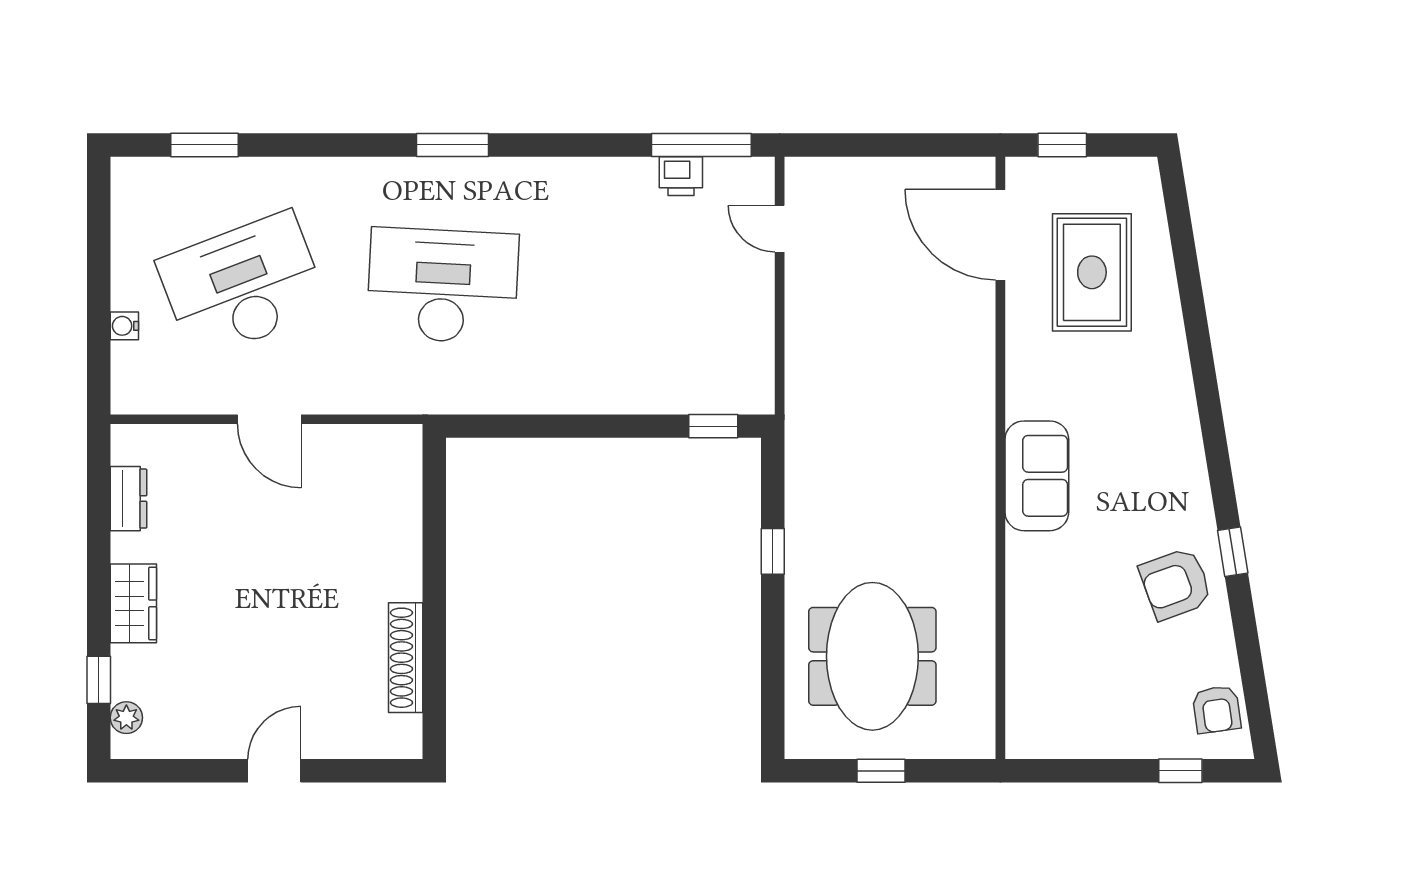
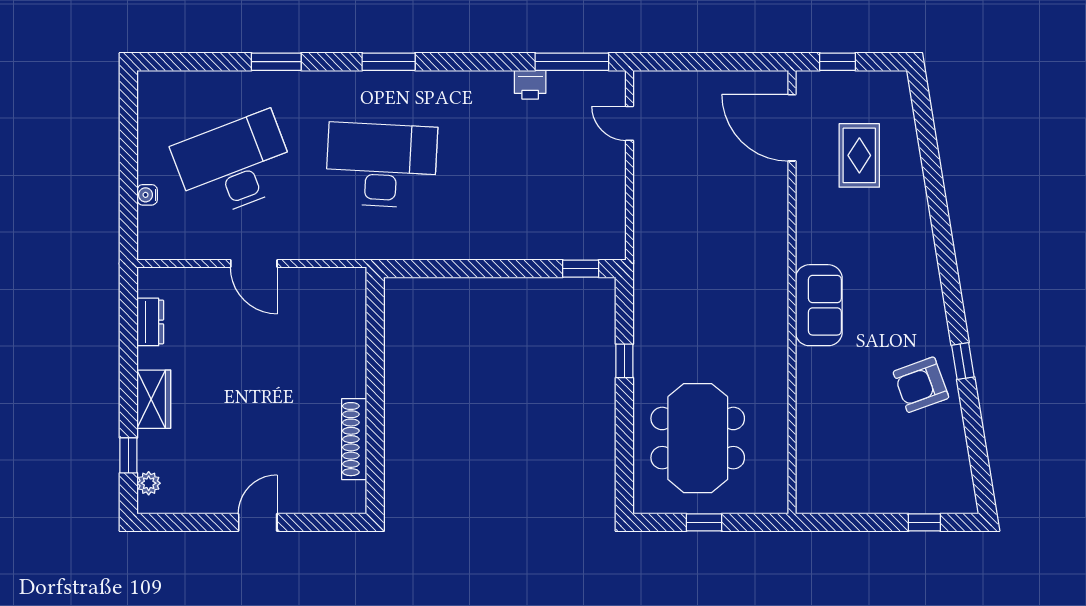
window: (205, 145) -> (276, 62), moved
printer: (681, 176) -> (530, 85), moved
rug: (1092, 272) -> (859, 155), width x0.73, depth x0.70
armchair: (1217, 709) -> (951, 477), removed

